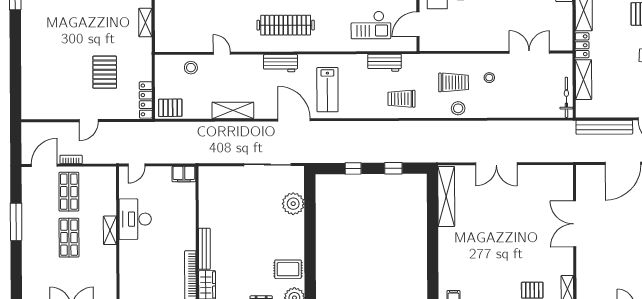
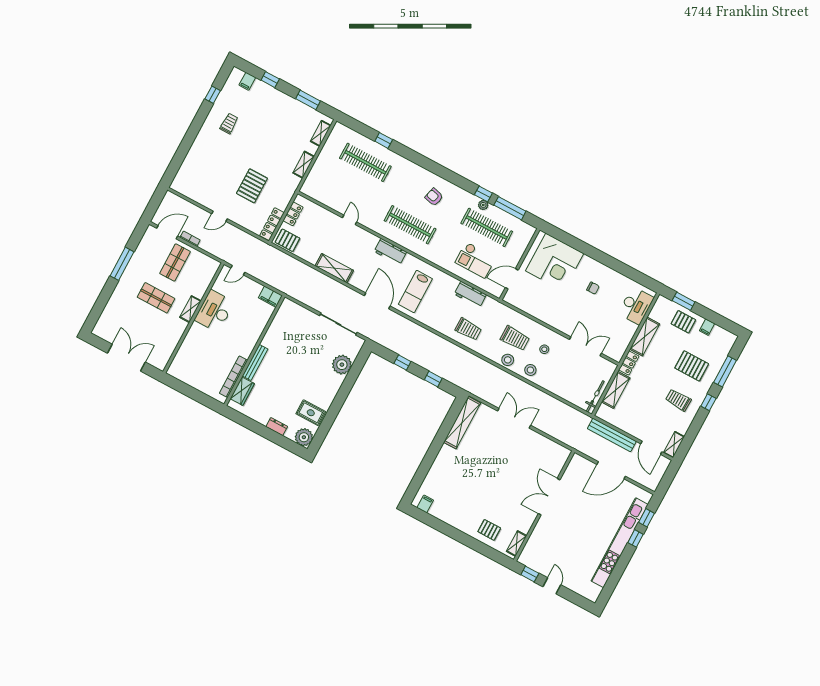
trolley: (48, 22) -> (229, 124), added
stool: (191, 68) -> (530, 370), moved
locker: (161, 78) -> (293, 214), added
trolley: (401, 99) -> (468, 329), turned 180
double door: (496, 164) -> (514, 418), swing flipped
shop shelf: (69, 238) -> (156, 298), turned 90

